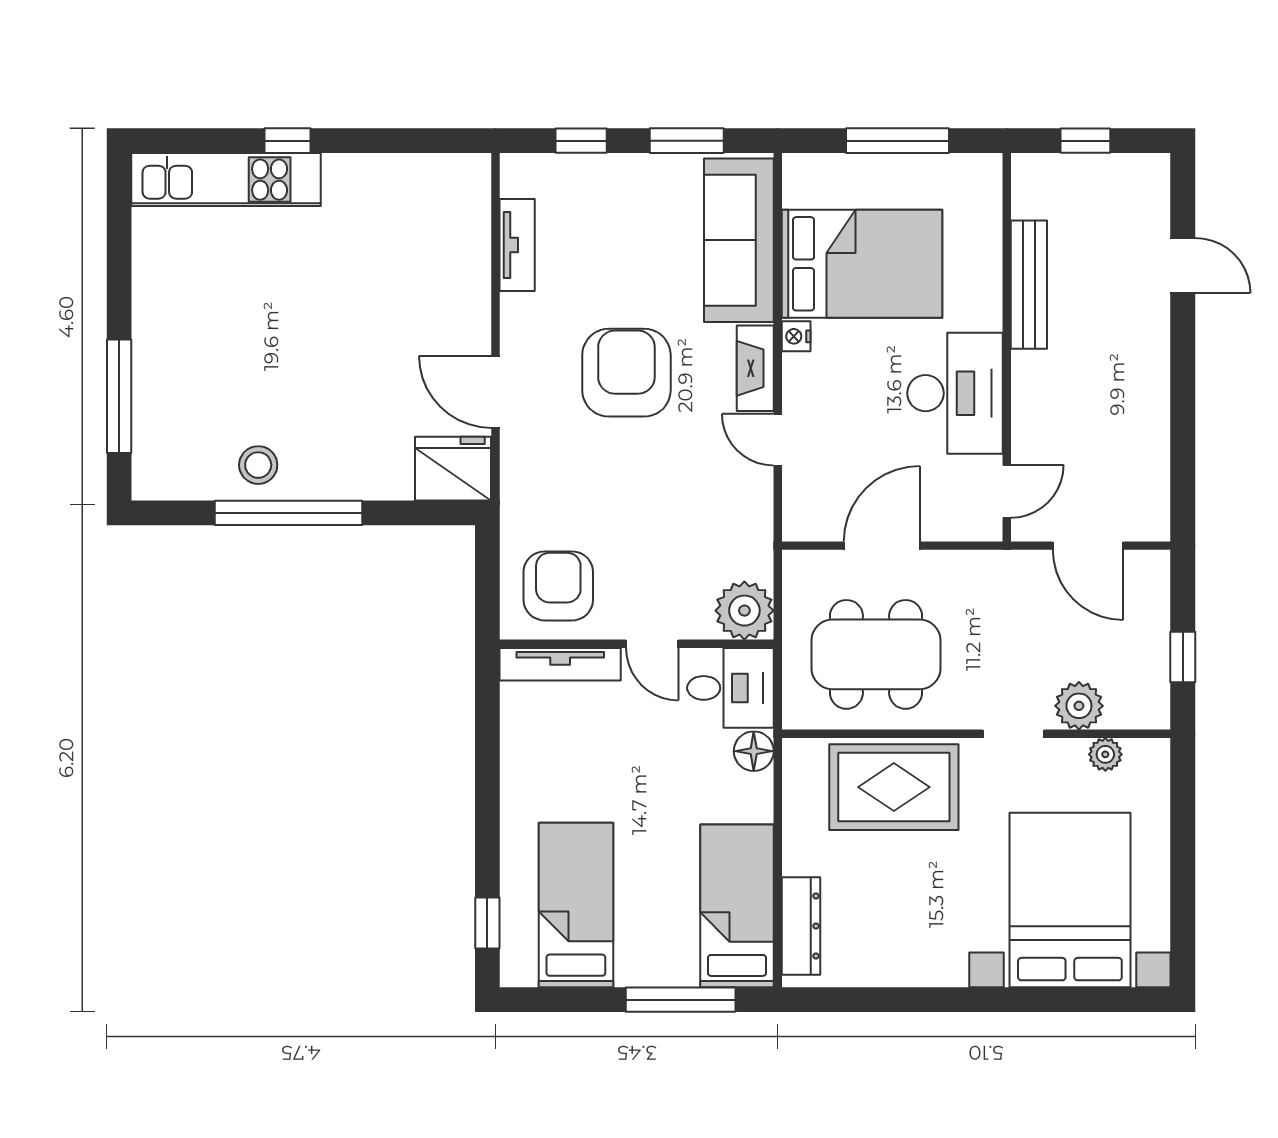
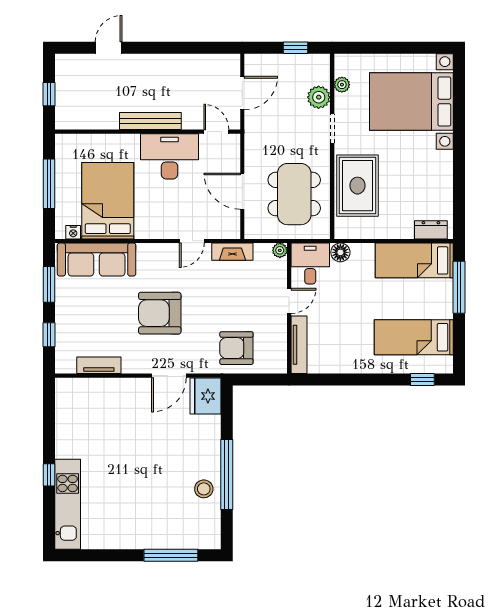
bench: (1029, 285) -> (150, 121), moved
nightstand: (796, 336) -> (73, 232), moved
fireplace: (755, 368) -> (232, 252), moved
armchair: (558, 586) -> (236, 348), moved
plant: (744, 611) -> (280, 250), width x0.53, depth x0.53
dresser: (801, 926) -> (431, 230), width x0.70

